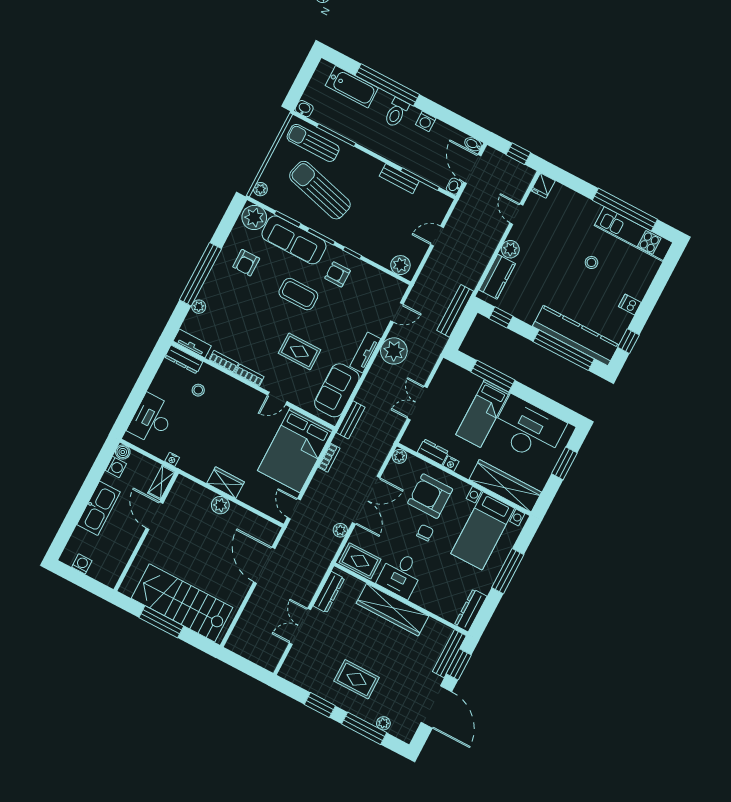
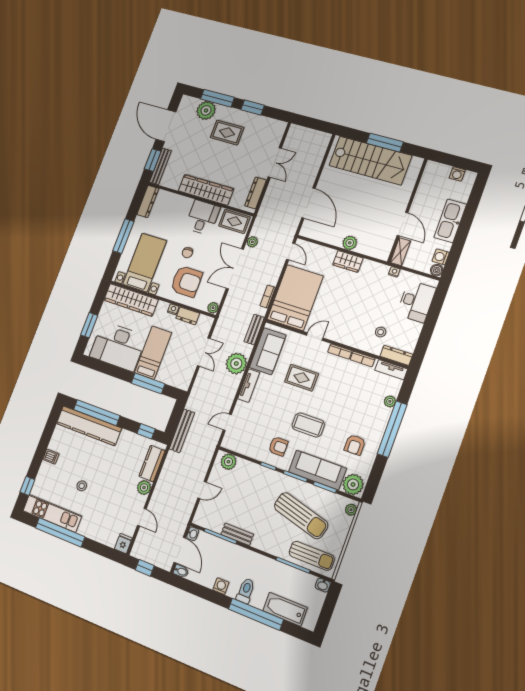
armchair: (246, 263) -> (355, 445), turned 180
window: (628, 341) -> (27, 486), moved
plant: (394, 351) -> (236, 364), moved
plant: (383, 723) -> (206, 110), width x1.87, depth x1.87

